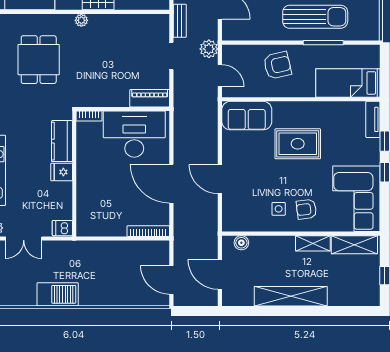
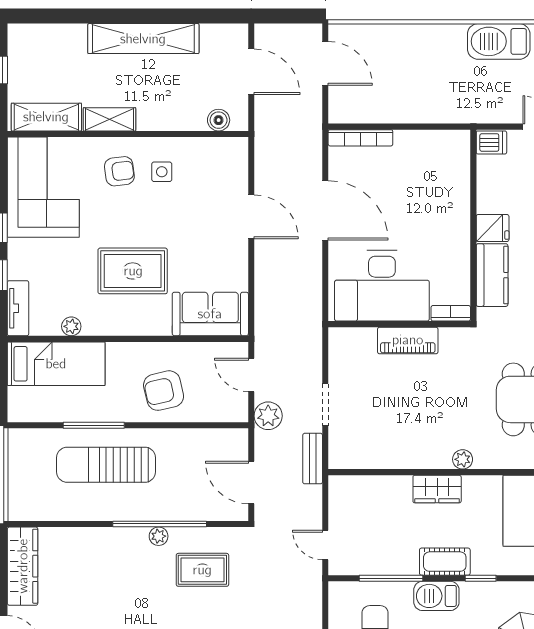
piano: (150, 98) -> (408, 340), moved
plant: (338, 107) -> (71, 326), added

